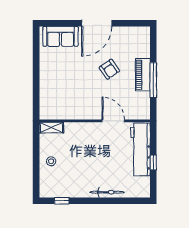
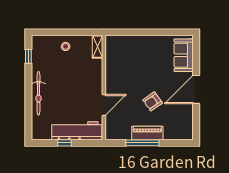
door: (97, 23) -> (196, 89), hinge flipped
bicycle: (107, 192) -> (38, 93), width x1.37, depth x1.40

